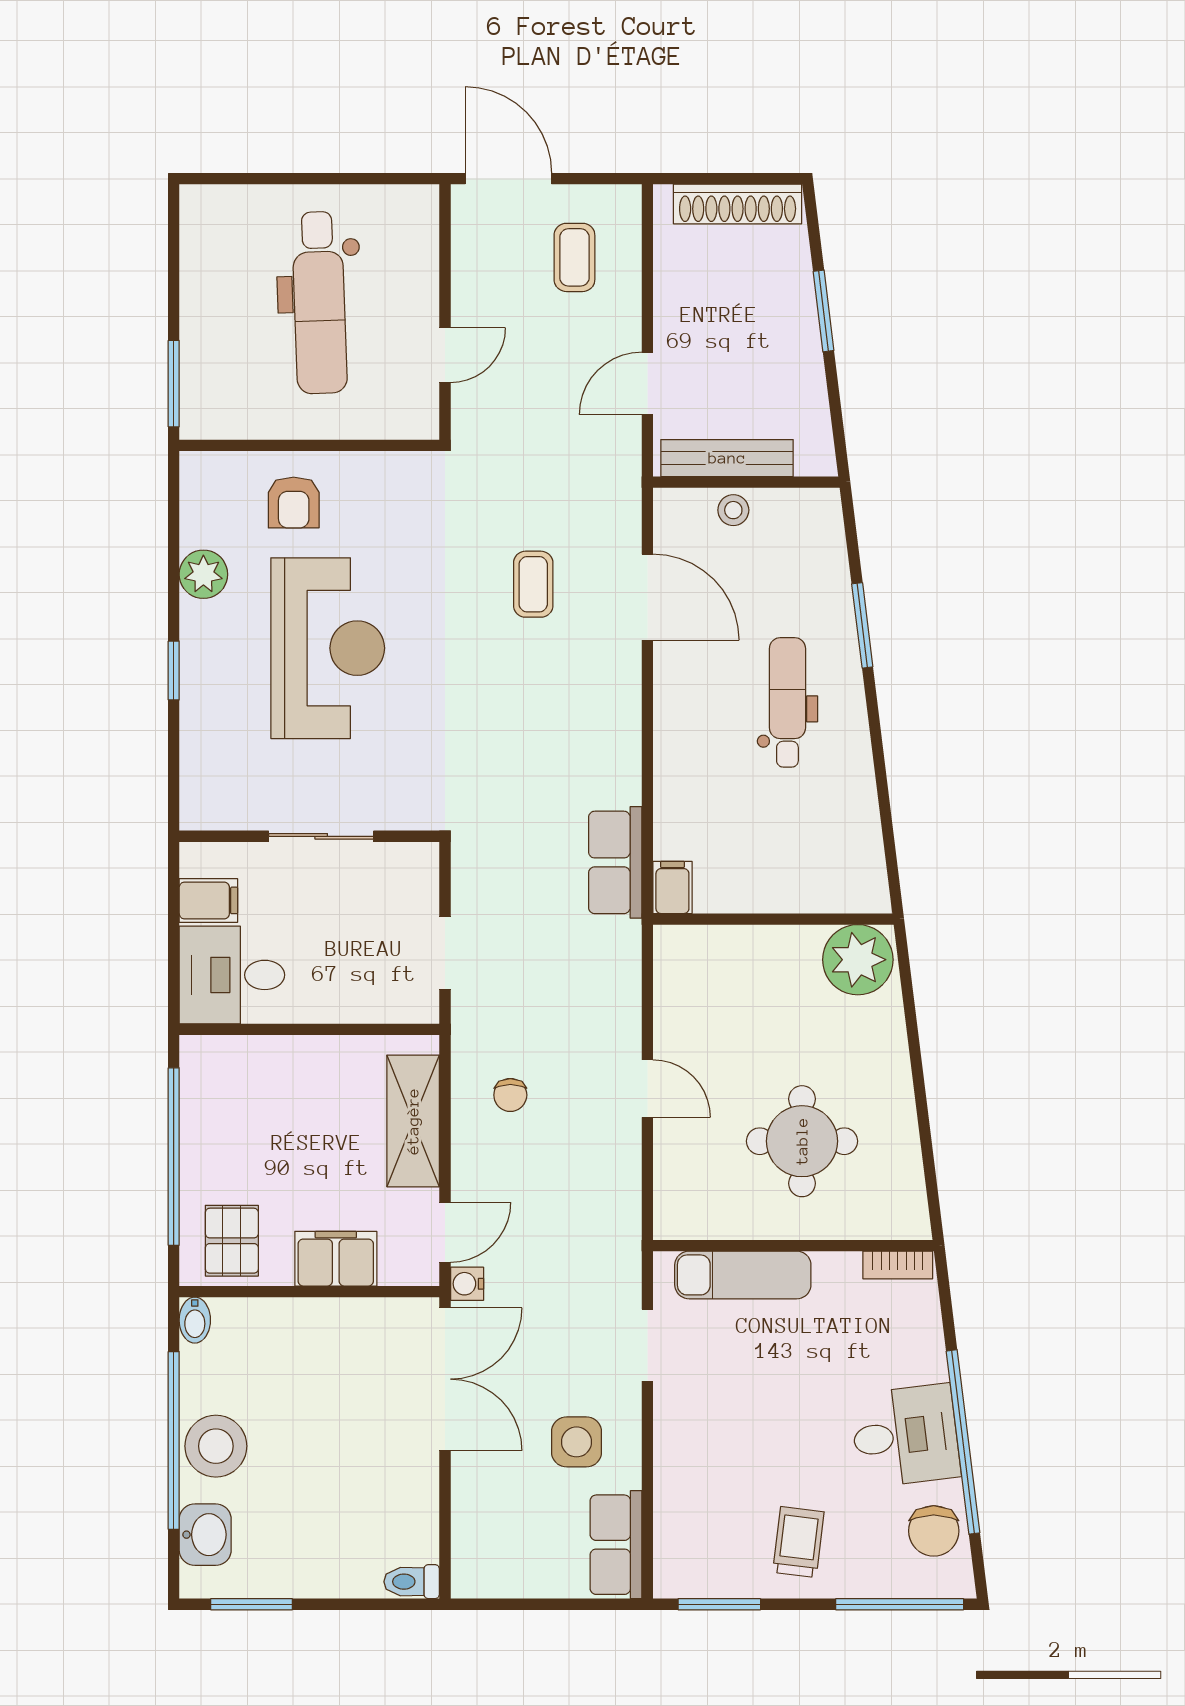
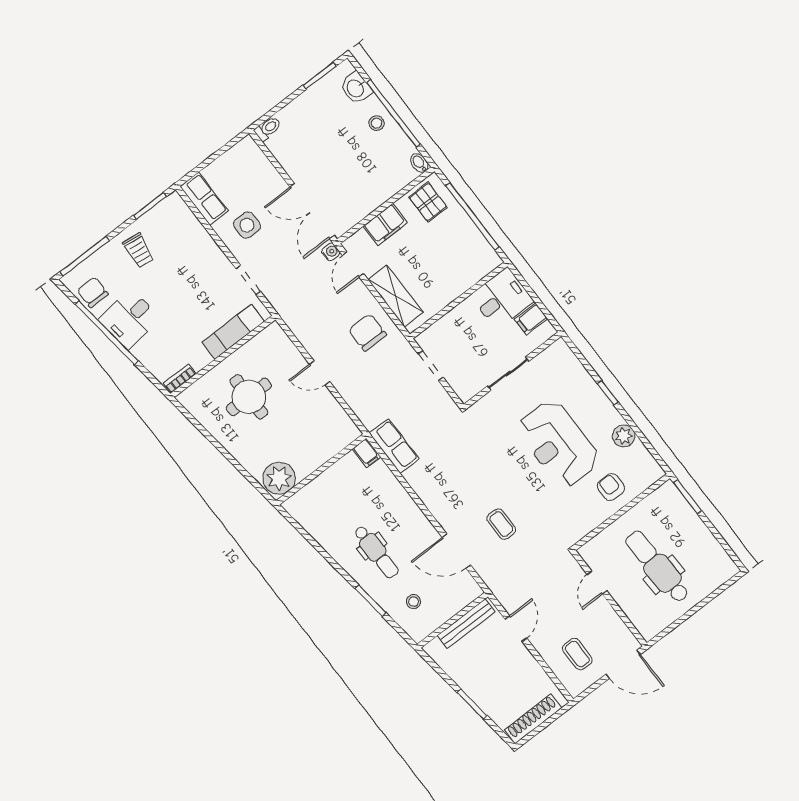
stool: (733, 510) -> (413, 602), moved
chair: (510, 1095) -> (367, 332), width x1.87, depth x1.87
stool: (216, 1446) -> (377, 123), width x0.53, depth x0.53

